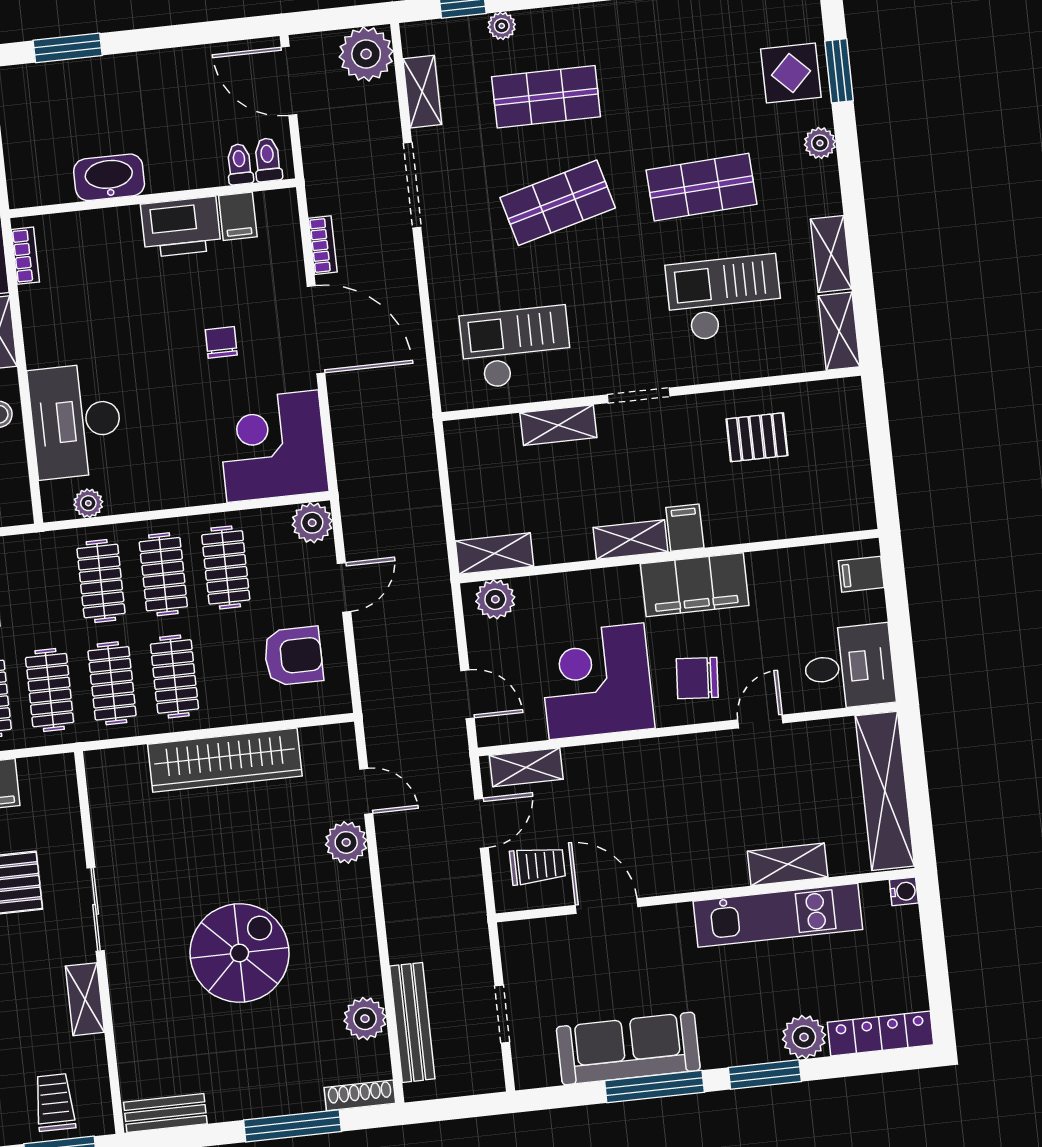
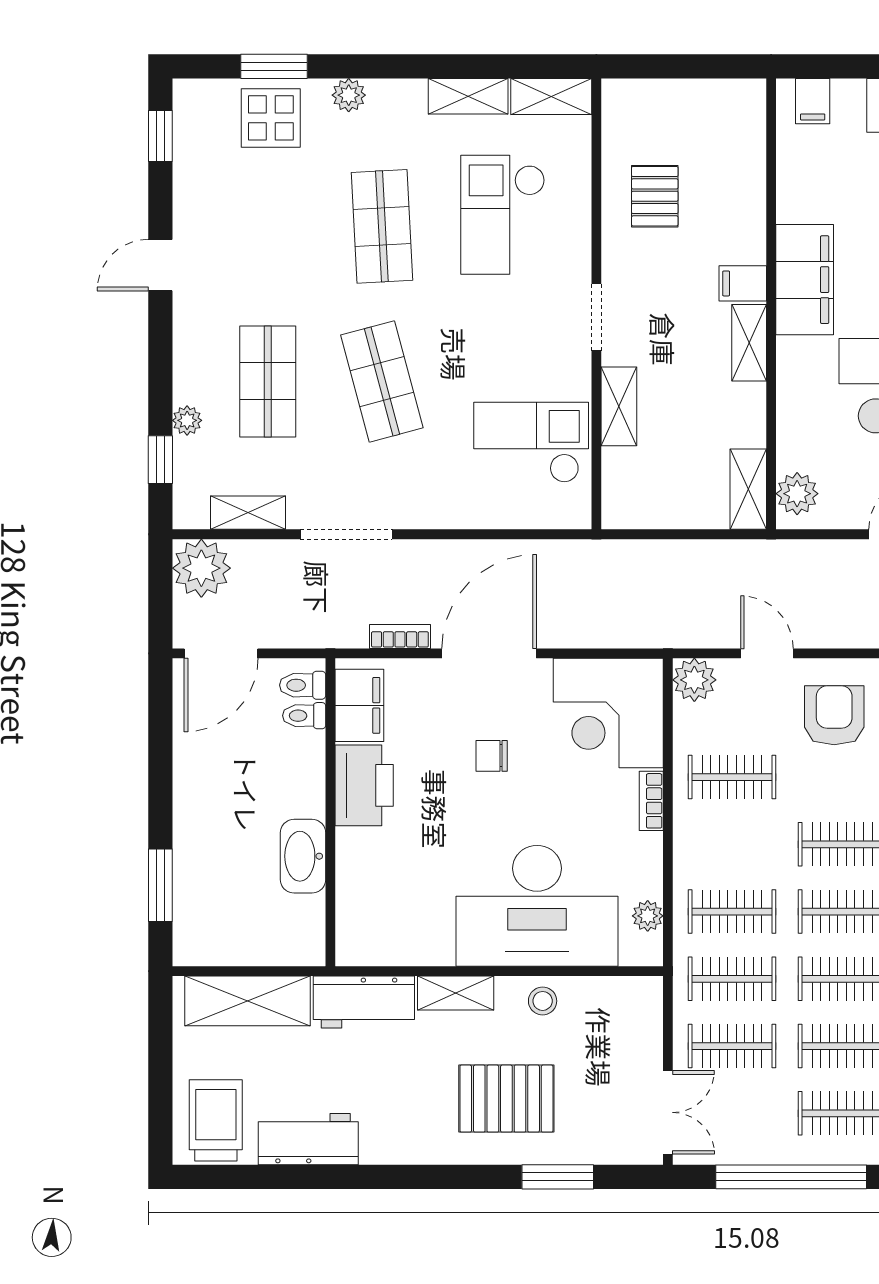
filing cabinet: (238, 216) -> (359, 705), width x2.00
bookcase: (25, 256) -> (651, 801), moved, turned -90
checkout: (516, 347) -> (531, 442), turned 90
desk: (76, 421) -> (537, 906), width x1.36, depth x1.30
clothes rail: (163, 574) -> (732, 979), moved

